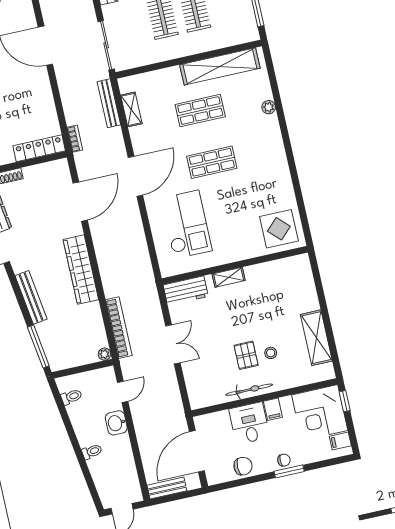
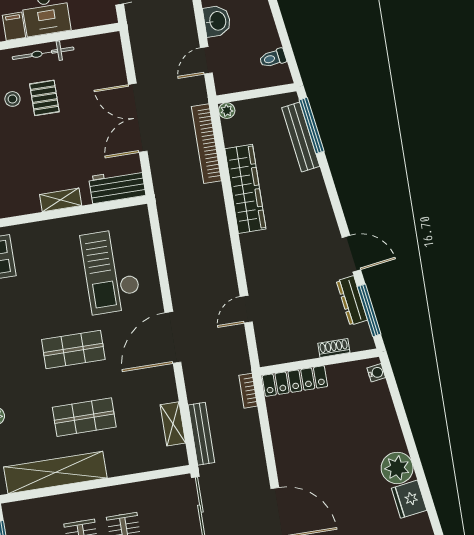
door: (80, 202) -> (246, 309), width x0.53
wardrobe: (81, 270) -> (245, 189), moved
bench: (31, 297) -> (301, 137), moved
double door: (173, 344) -> (138, 118), width x1.37

